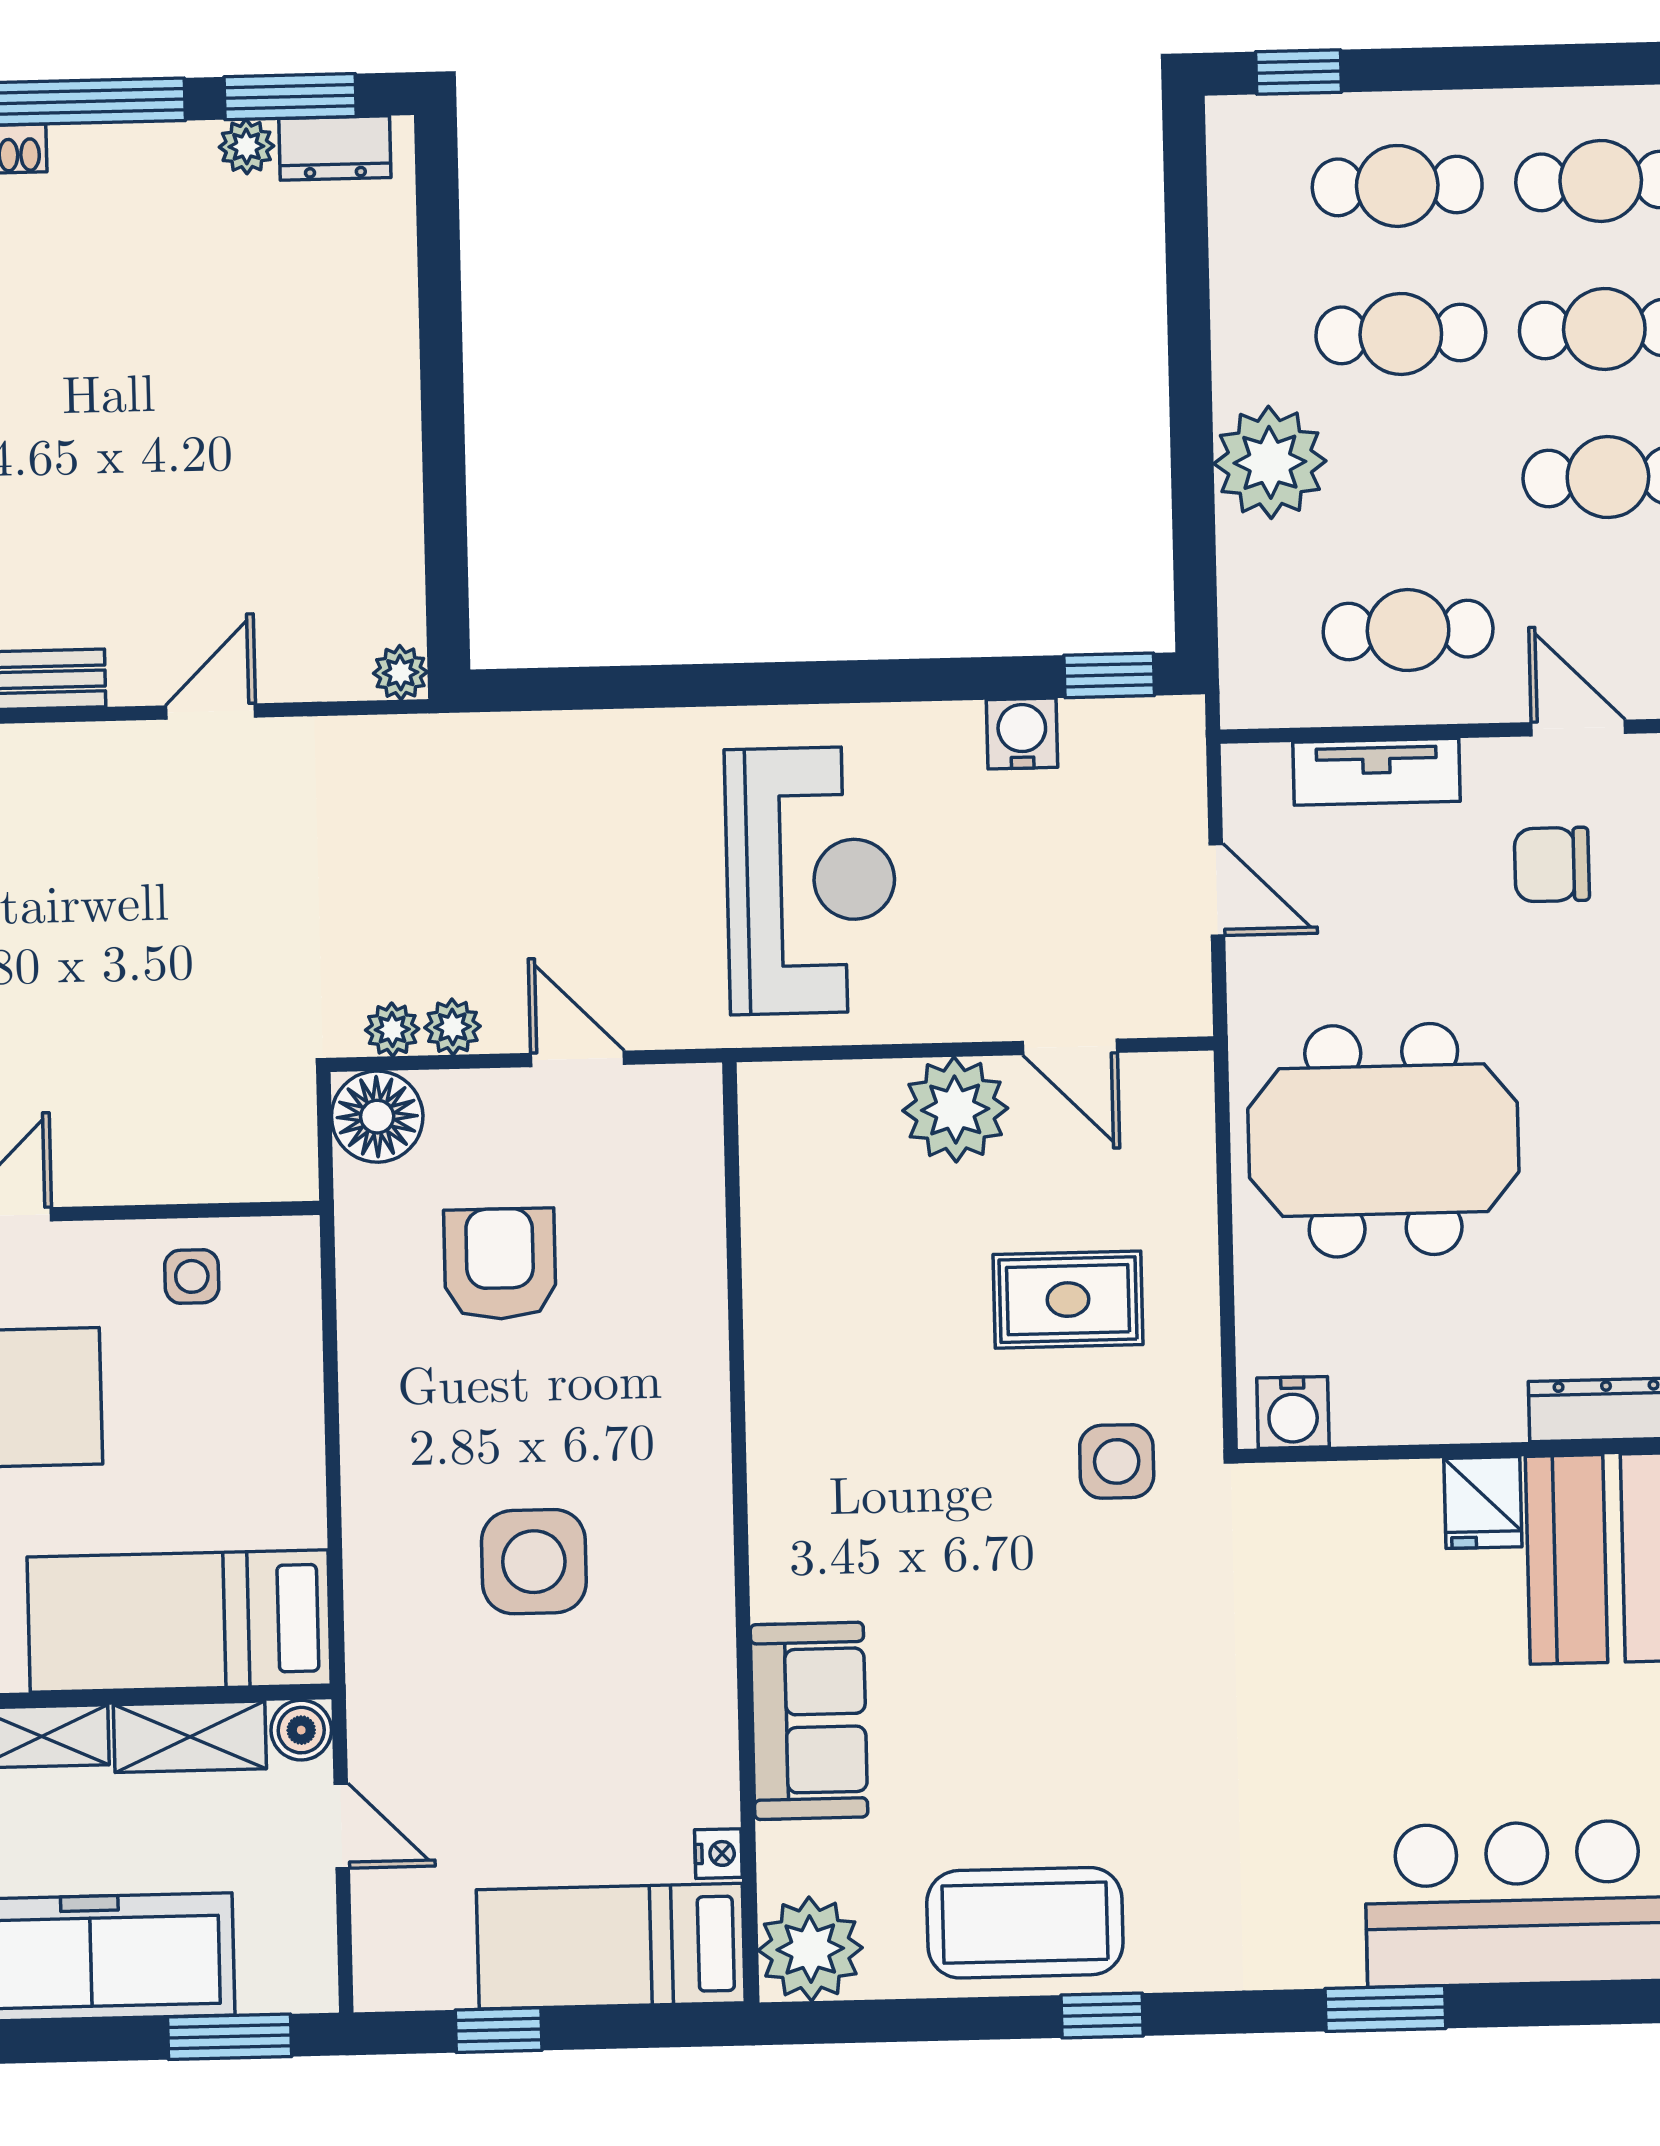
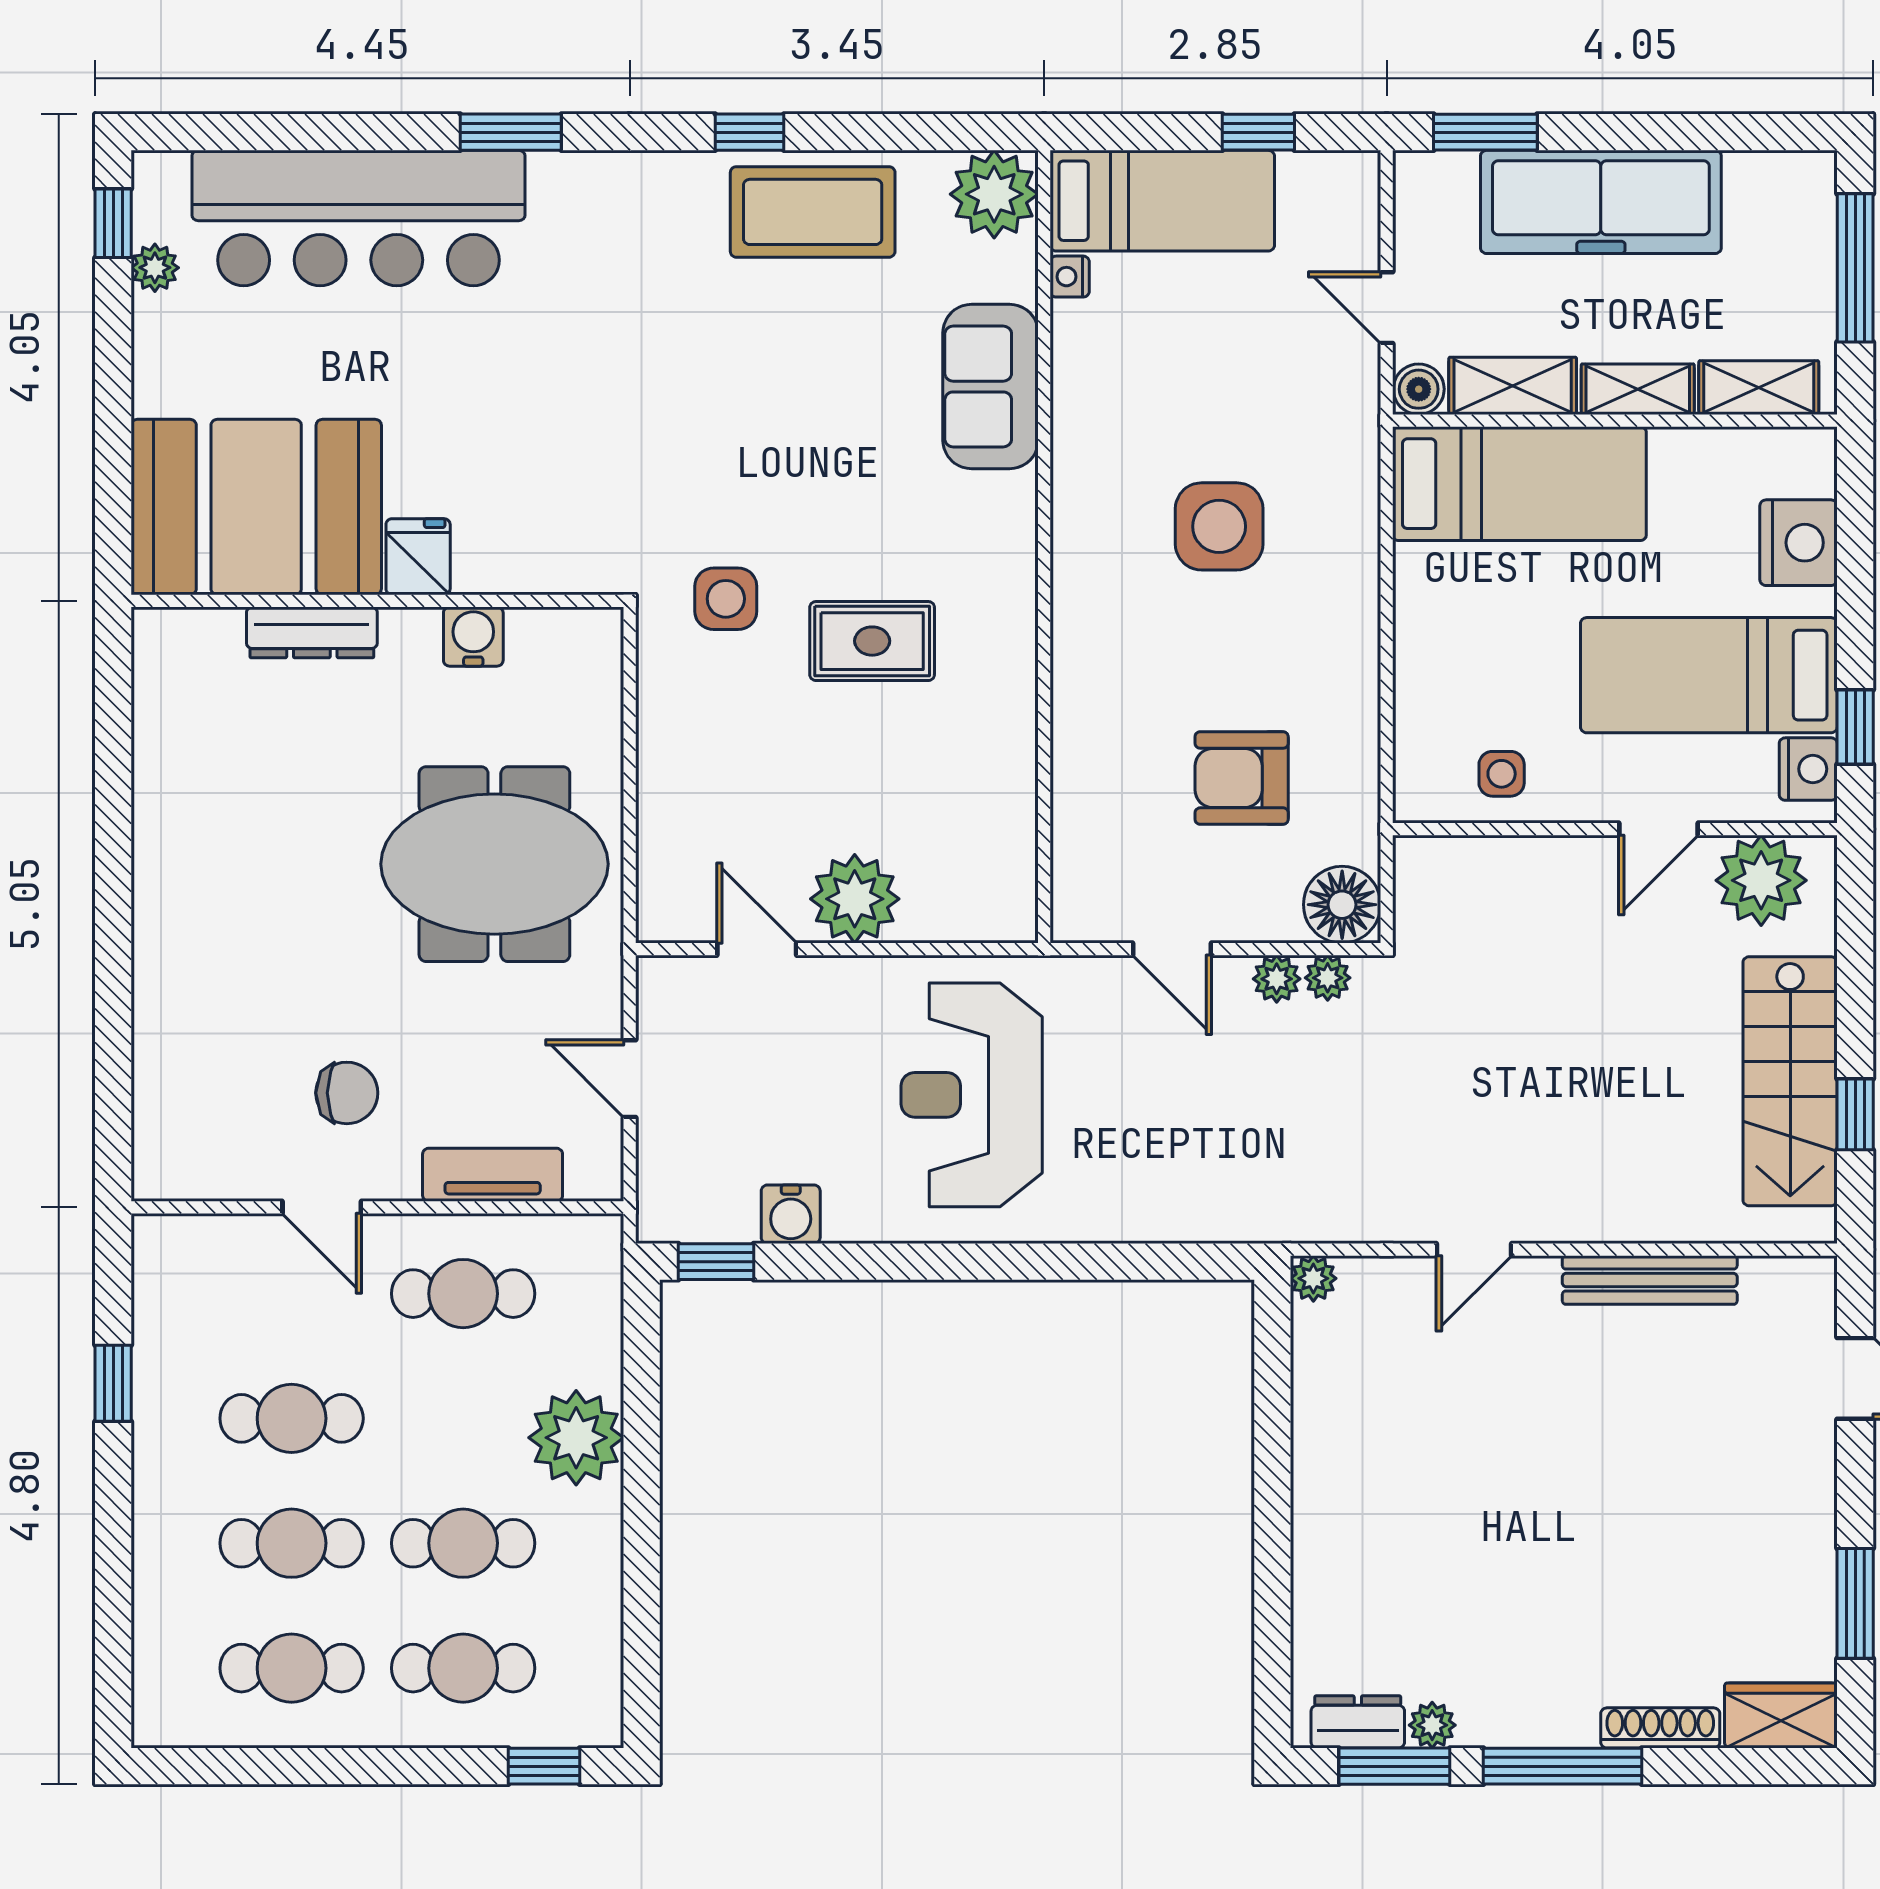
armchair: (500, 1264) -> (1242, 778), turned 90
rug: (1068, 1300) -> (872, 641), moved
water cooler: (1293, 1412) -> (473, 637), moved

